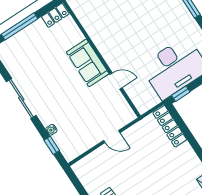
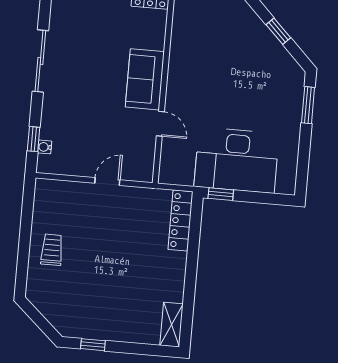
water cooler: (51, 130) -> (45, 147), moved
door: (112, 137) -> (107, 182), swing flipped

